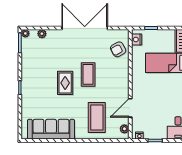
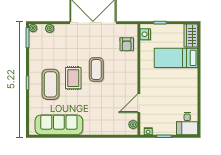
armchair: (118, 49) -> (127, 44), turned -61
coffee table: (97, 118) -> (51, 84), moved

